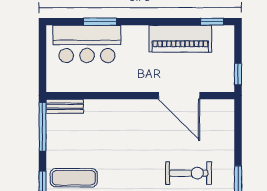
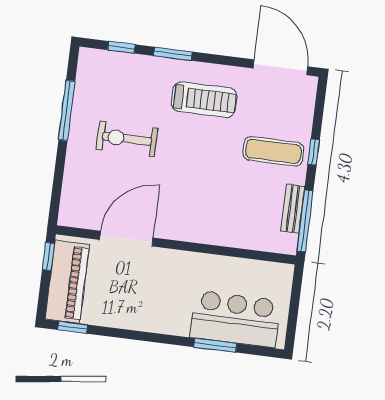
piano: (180, 39) -> (67, 282), moved, turned 90
door: (179, 96) -> (126, 239), hinge flipped
bench: (65, 106) -> (293, 209), moved, turned 90

